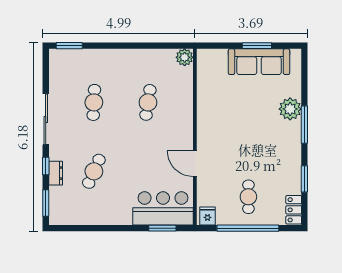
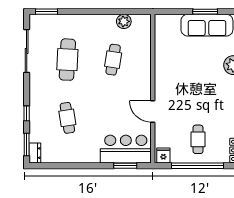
plant: (185, 57) -> (124, 21), moved
cafe table: (94, 102) -> (67, 60), width x1.37, depth x1.35
sliding door: (46, 119) -> (27, 51), moved
cafe table: (94, 171) -> (67, 118), turned -33
dresser: (56, 173) -> (35, 153), moved

